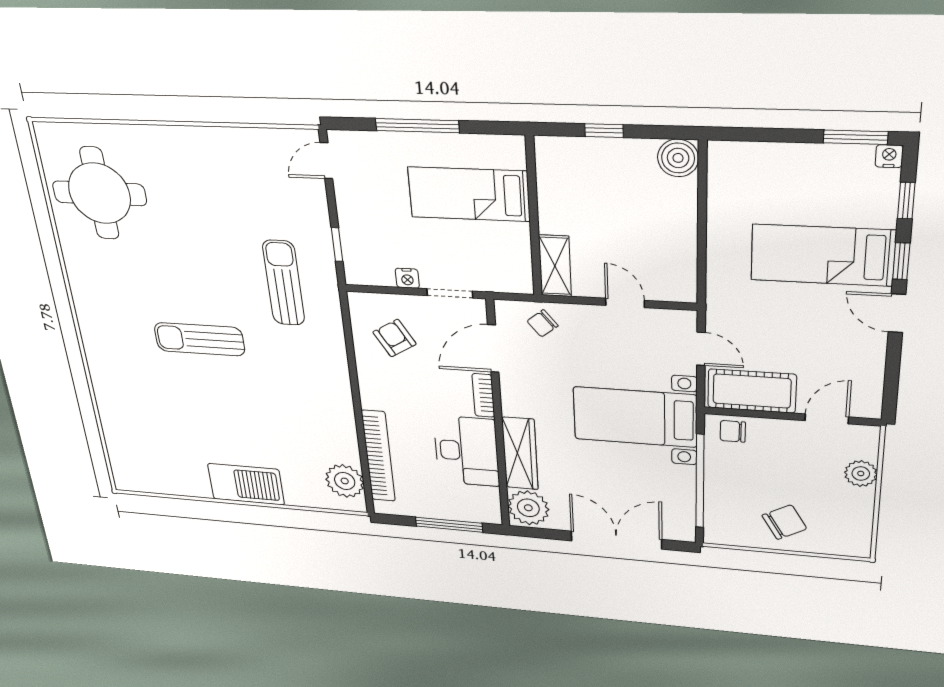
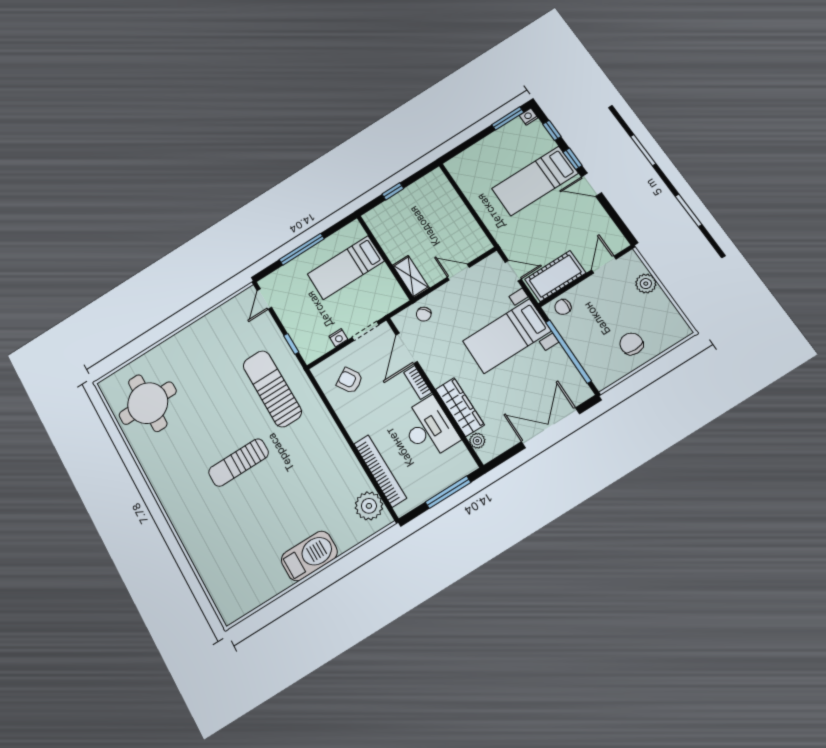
boiler: (678, 158) -> (435, 181), removed
sun lounger: (284, 283) -> (272, 389), width x1.36, depth x1.34
plant: (528, 508) -> (477, 441), width x0.53, depth x0.53
chair: (784, 522) -> (631, 344), turned -60

